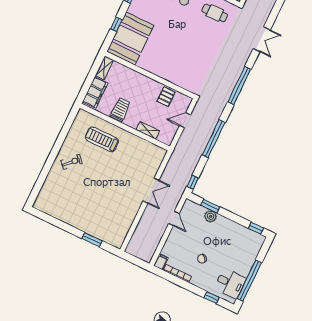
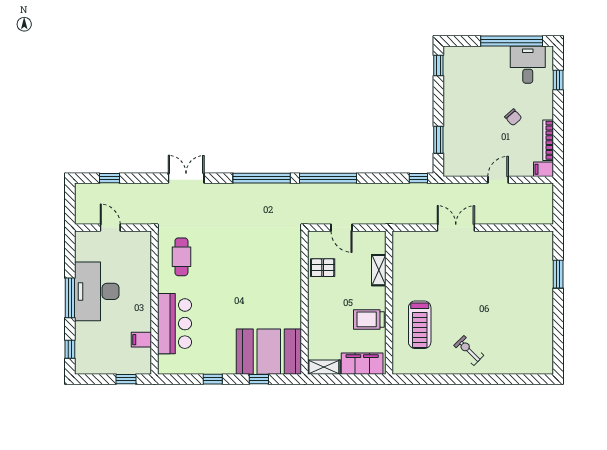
window: (214, 139) -> (328, 178), moved
plant: (211, 216) -> (452, 133), removed
door: (174, 218) -> (498, 180), moved

